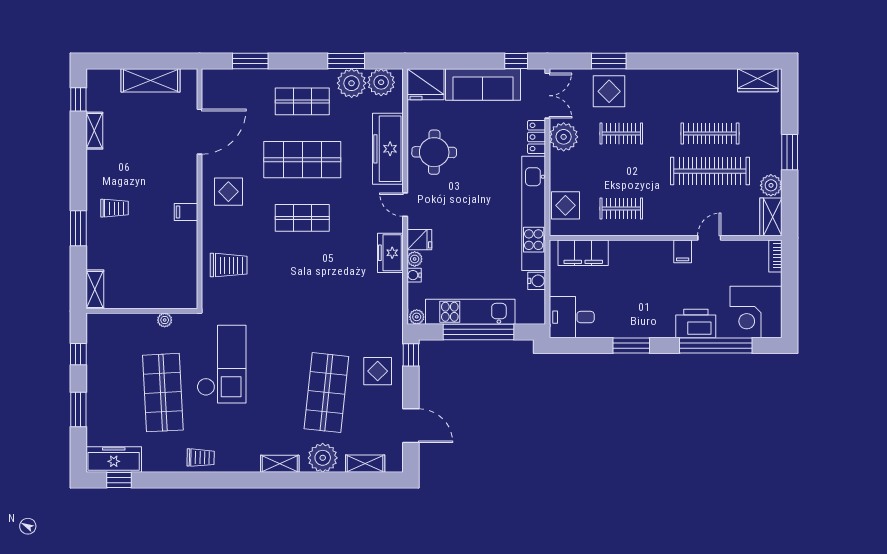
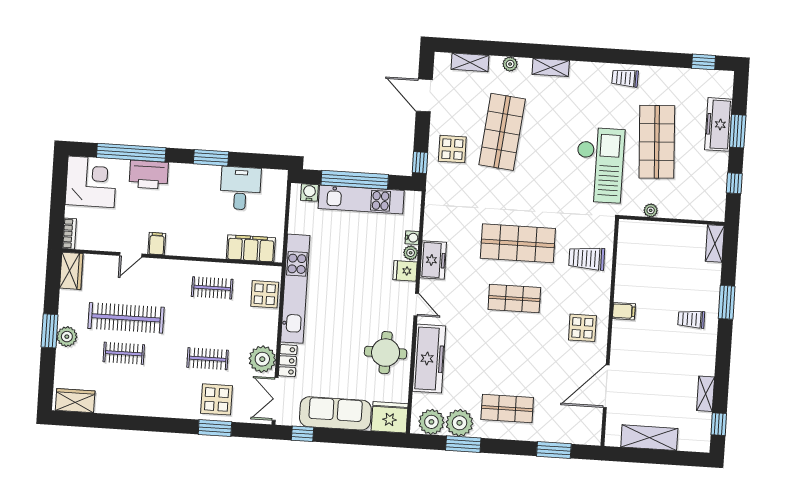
clothes rail: (710, 134) -> (124, 353), width x0.73
shop shelf: (302, 160) -> (518, 243), moved
plant: (771, 185) -> (67, 337), moved
water cooler: (537, 281) -> (309, 193), moved, turned 90
plant: (417, 317) -> (412, 198), removed
desk: (572, 317) -> (240, 188), moved, turned -90
checkout: (221, 364) -> (600, 165), turned 180
plant: (323, 458) -> (510, 64), width x0.53, depth x0.53
freezer: (114, 459) -> (719, 124), moved, turned 90

